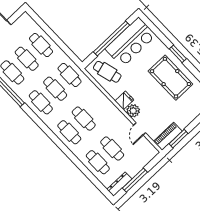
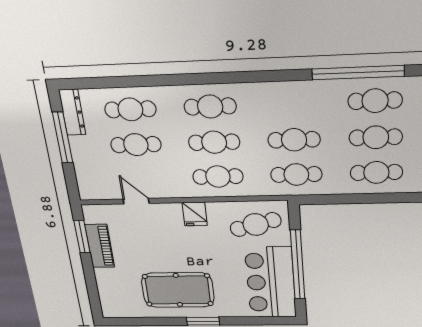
cafe table: (41, 102) -> (218, 177), moved
plant: (133, 111) -> (170, 213), removed
piano: (168, 136) -> (100, 246), moved

